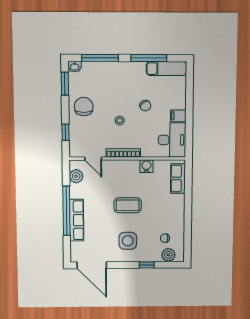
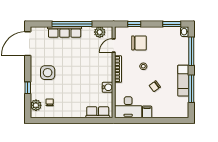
exam couch: (166, 69) -> (183, 81), moved
chair: (84, 107) -> (139, 43), moved
coffee table: (128, 205) -> (76, 73), removed

